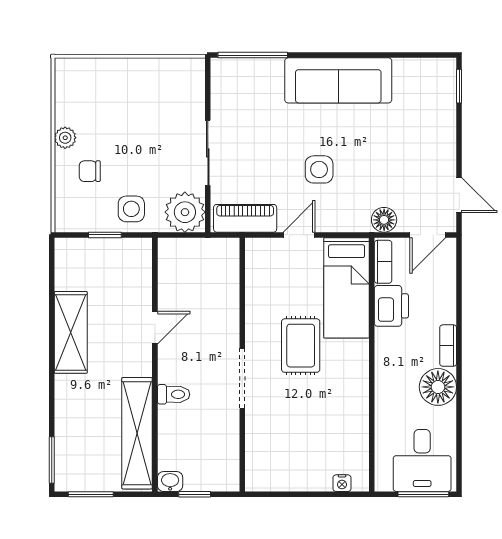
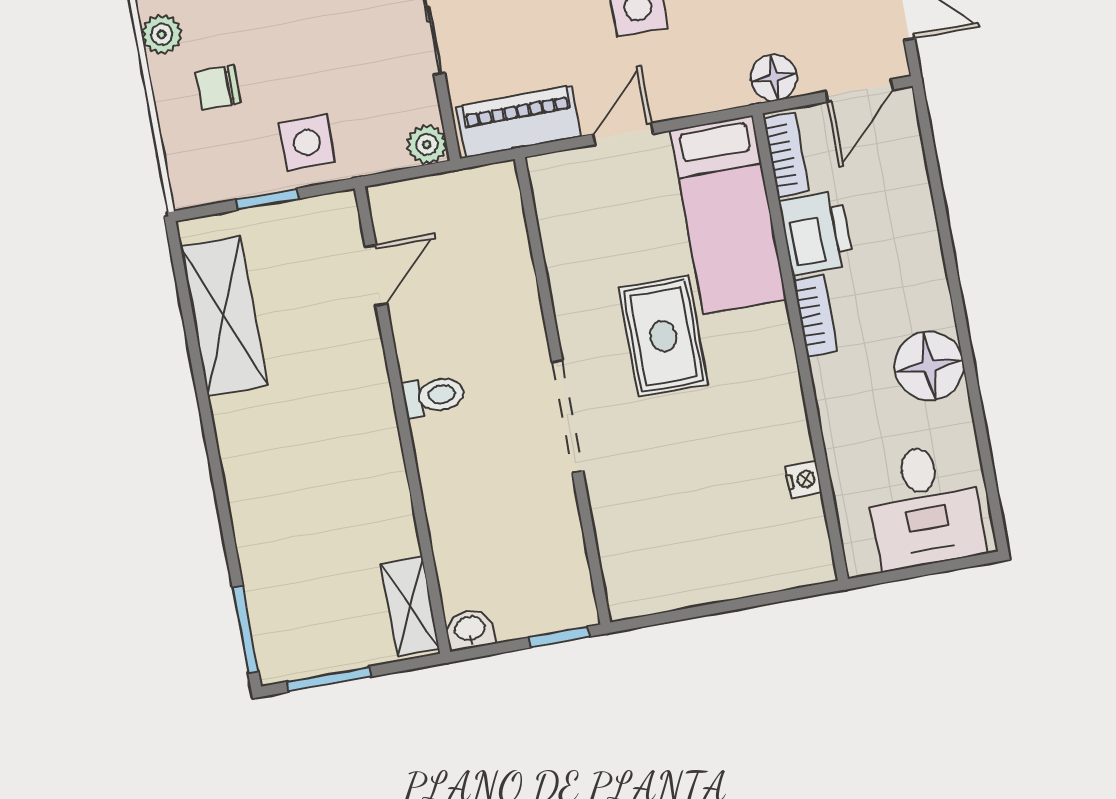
plant: (185, 212) -> (427, 145), width x0.53, depth x0.53
door: (155, 328) -> (376, 275), moved
shelving: (71, 332) -> (224, 316), moved
bookcase: (448, 346) -> (815, 315), moved, turned 180
toilet: (174, 394) -> (434, 396), moved
shelving: (137, 433) -> (410, 606), width x0.45, depth x0.75
nightstand: (342, 483) -> (804, 479), moved, turned -90
window: (195, 494) -> (559, 637), moved
window: (423, 494) -> (939, 567), removed

